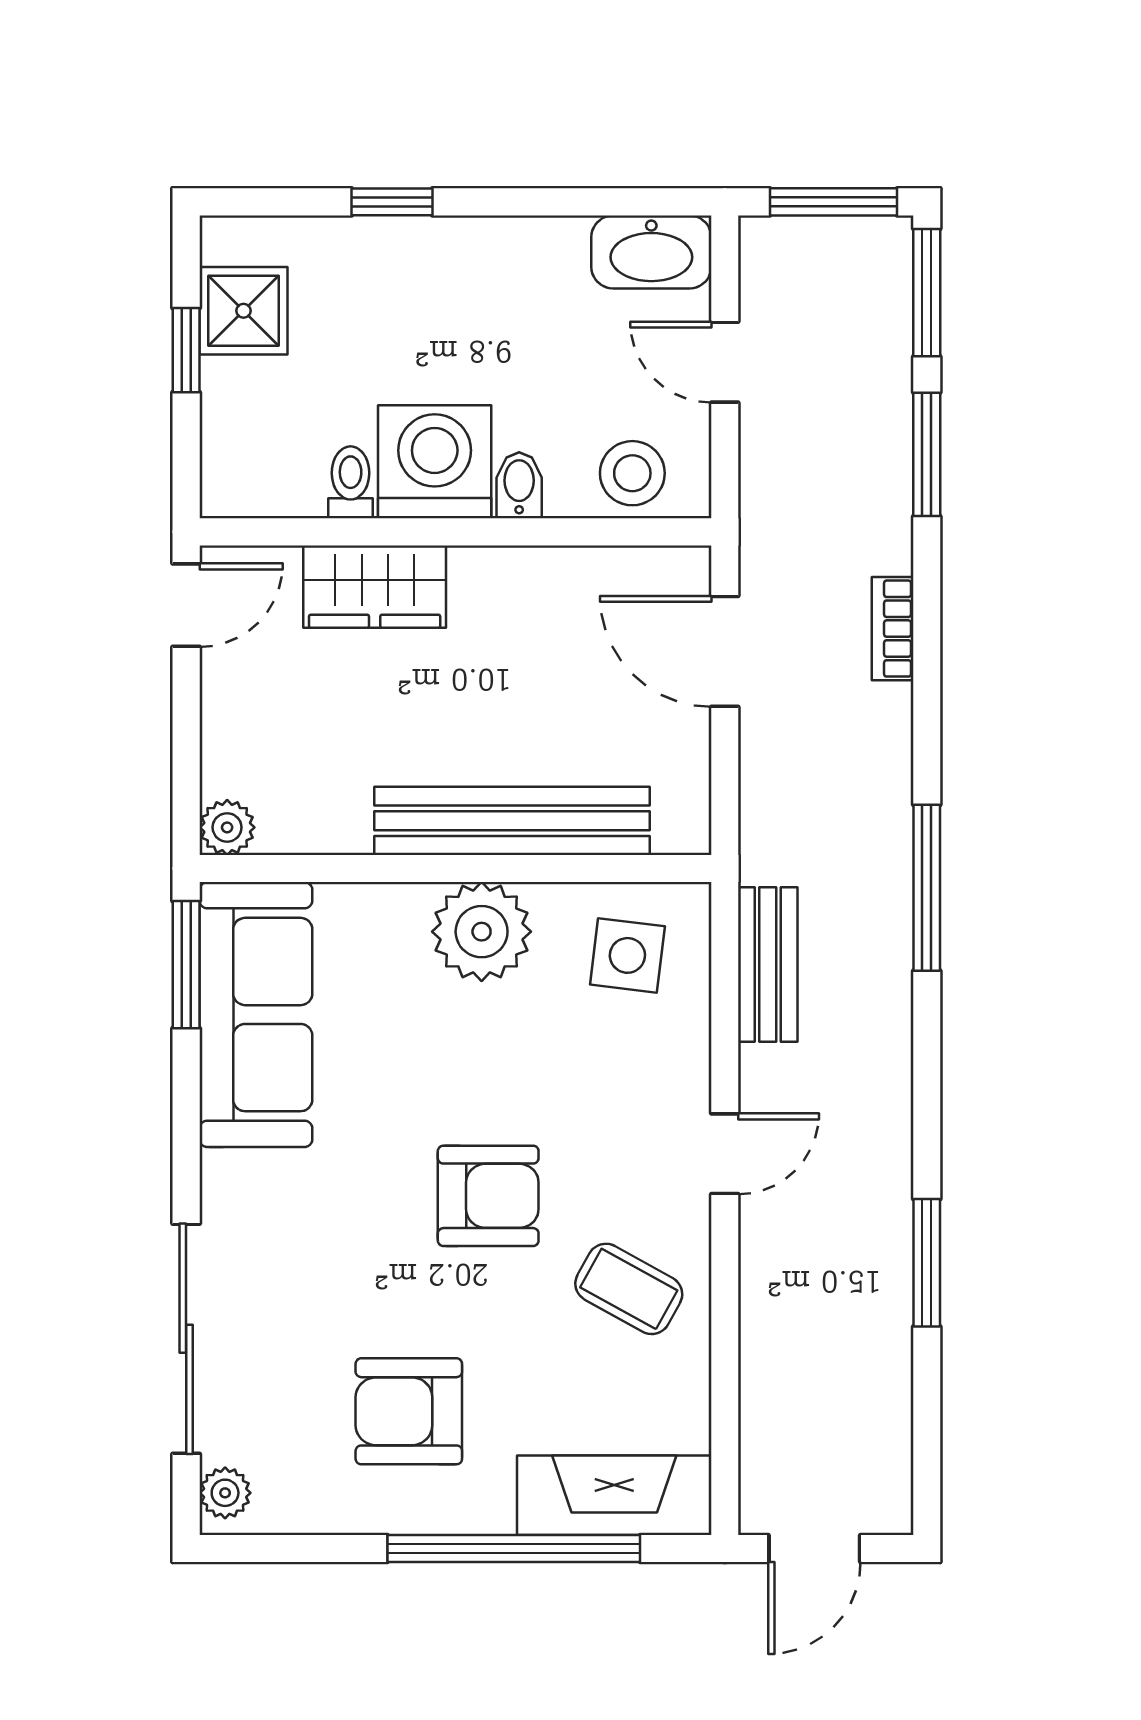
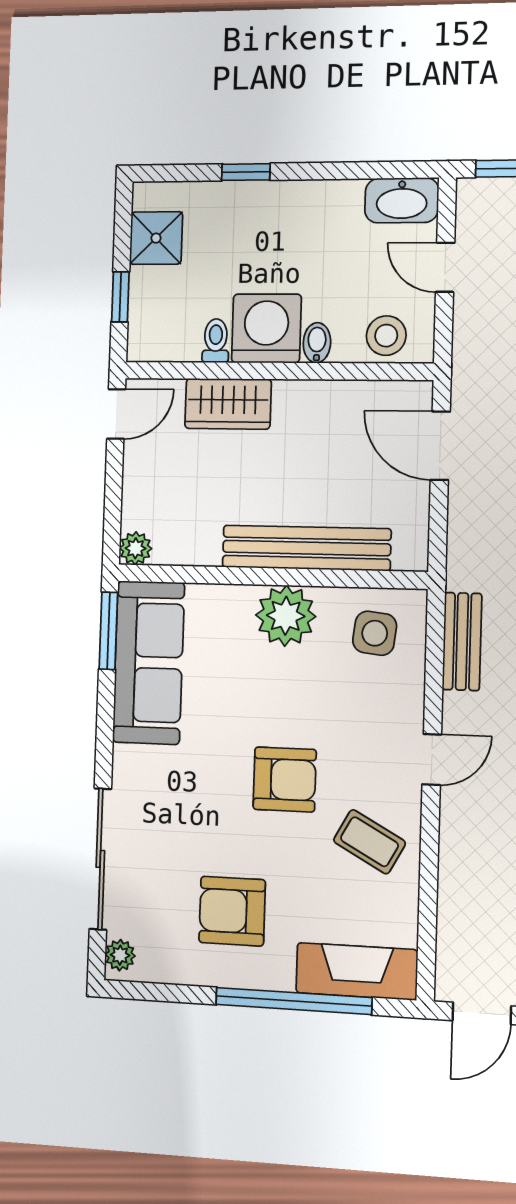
window: (186, 350) -> (120, 297), moved

